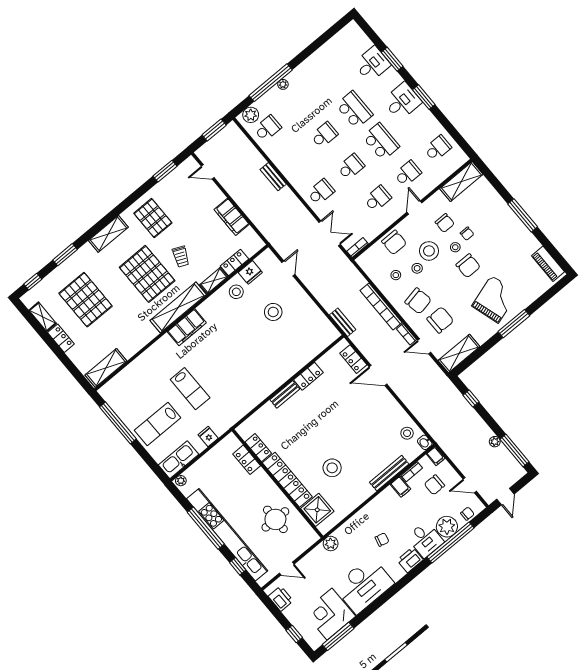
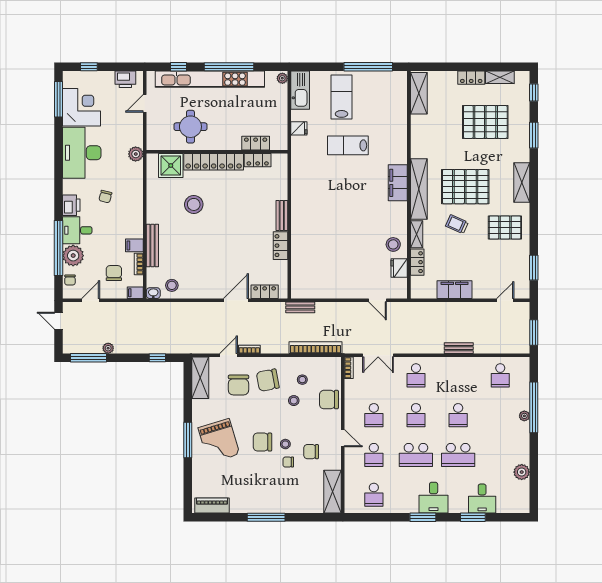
plant: (251, 115) -> (522, 472), moved
stool: (429, 251) -> (300, 421), removed
bookcase: (381, 306) -> (316, 348), moved
stool: (273, 312) -> (353, 260), removed

